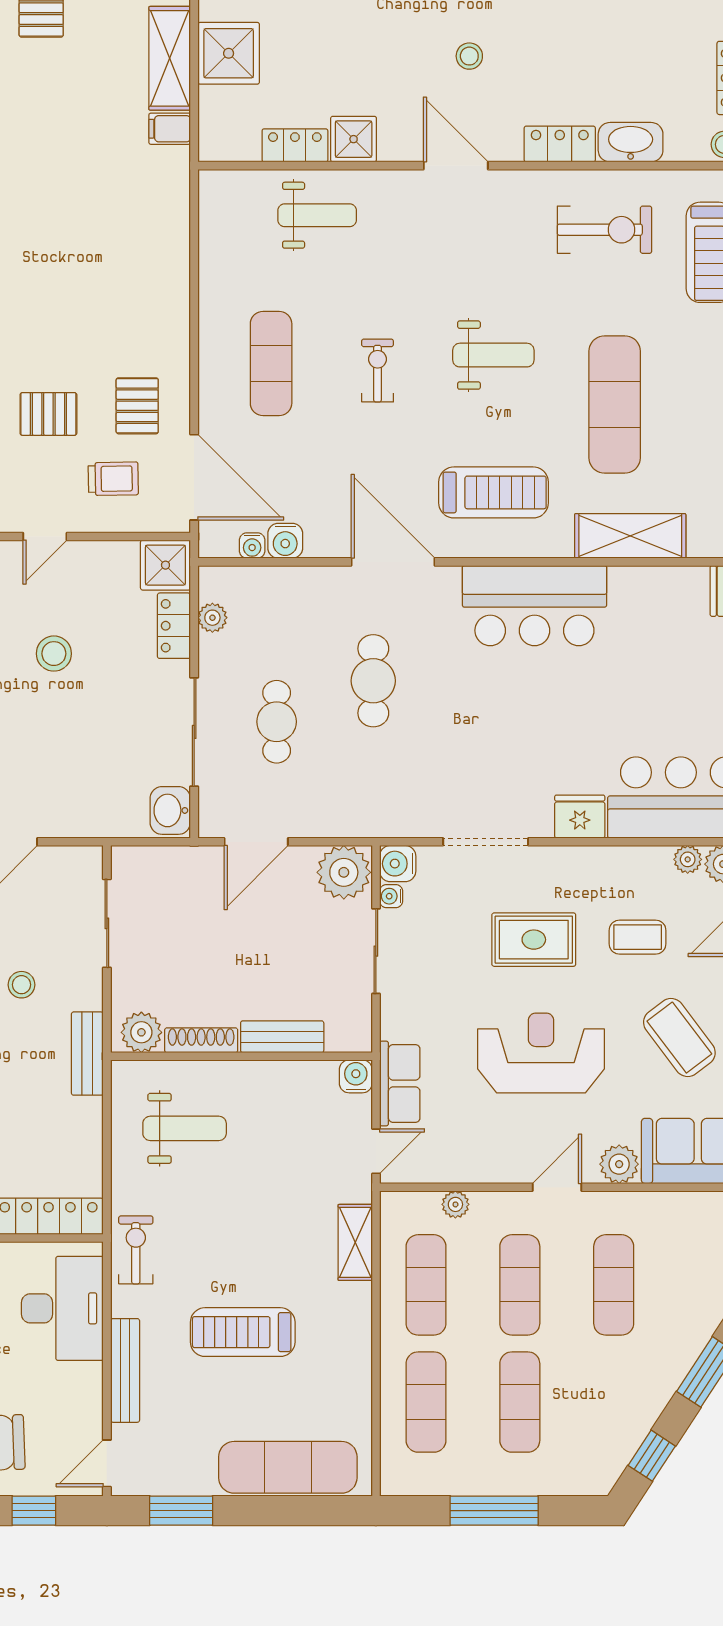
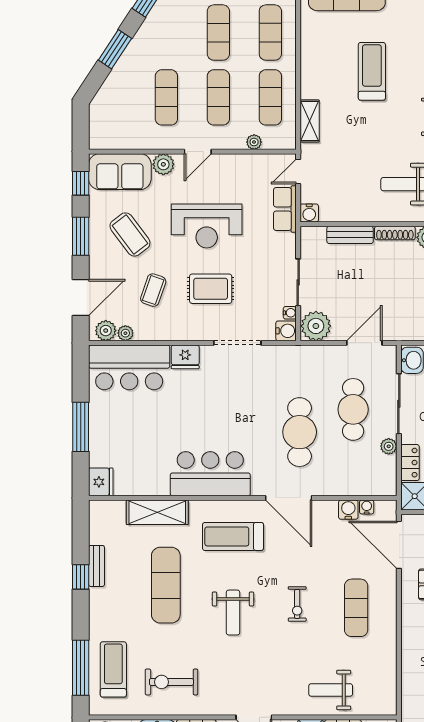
weight bench: (493, 355) -> (233, 613), turned -90
plant: (212, 618) -> (389, 446), moved
cafe table: (373, 681) -> (300, 432), width x1.37, depth x1.35
cafe table: (277, 722) -> (353, 409), width x1.37, depth x1.35
coffee table: (638, 937) -> (153, 290), turned -71
treadmill: (243, 1332) -> (372, 71), turned -90

